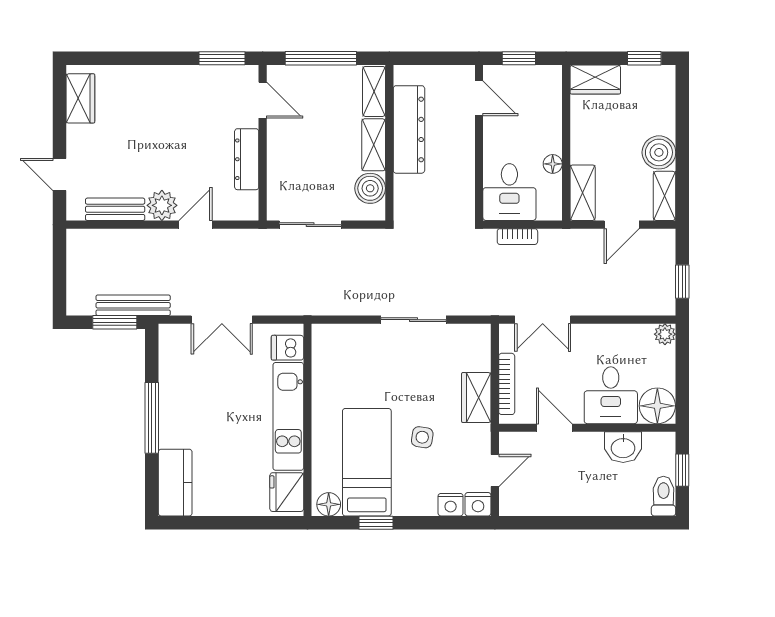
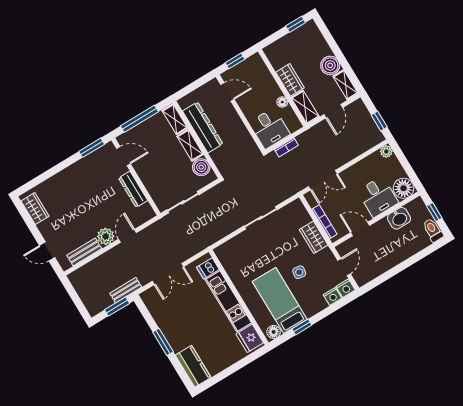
wardrobe: (595, 80) -> (290, 80), moved, turned -90
bench: (133, 305) -> (126, 290), width x0.73
window: (152, 418) -> (163, 342), width x0.69

